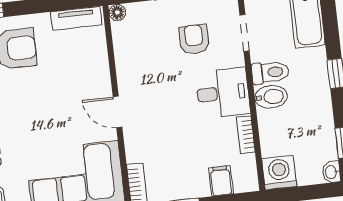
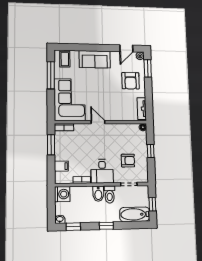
door: (118, 112) -> (98, 122), hinge flipped

